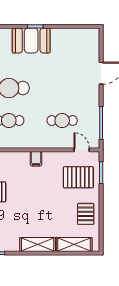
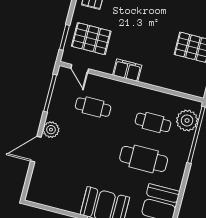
plant: (92, 93) -> (51, 130), added
filing cabinet: (36, 159) -> (127, 70), width x2.00

